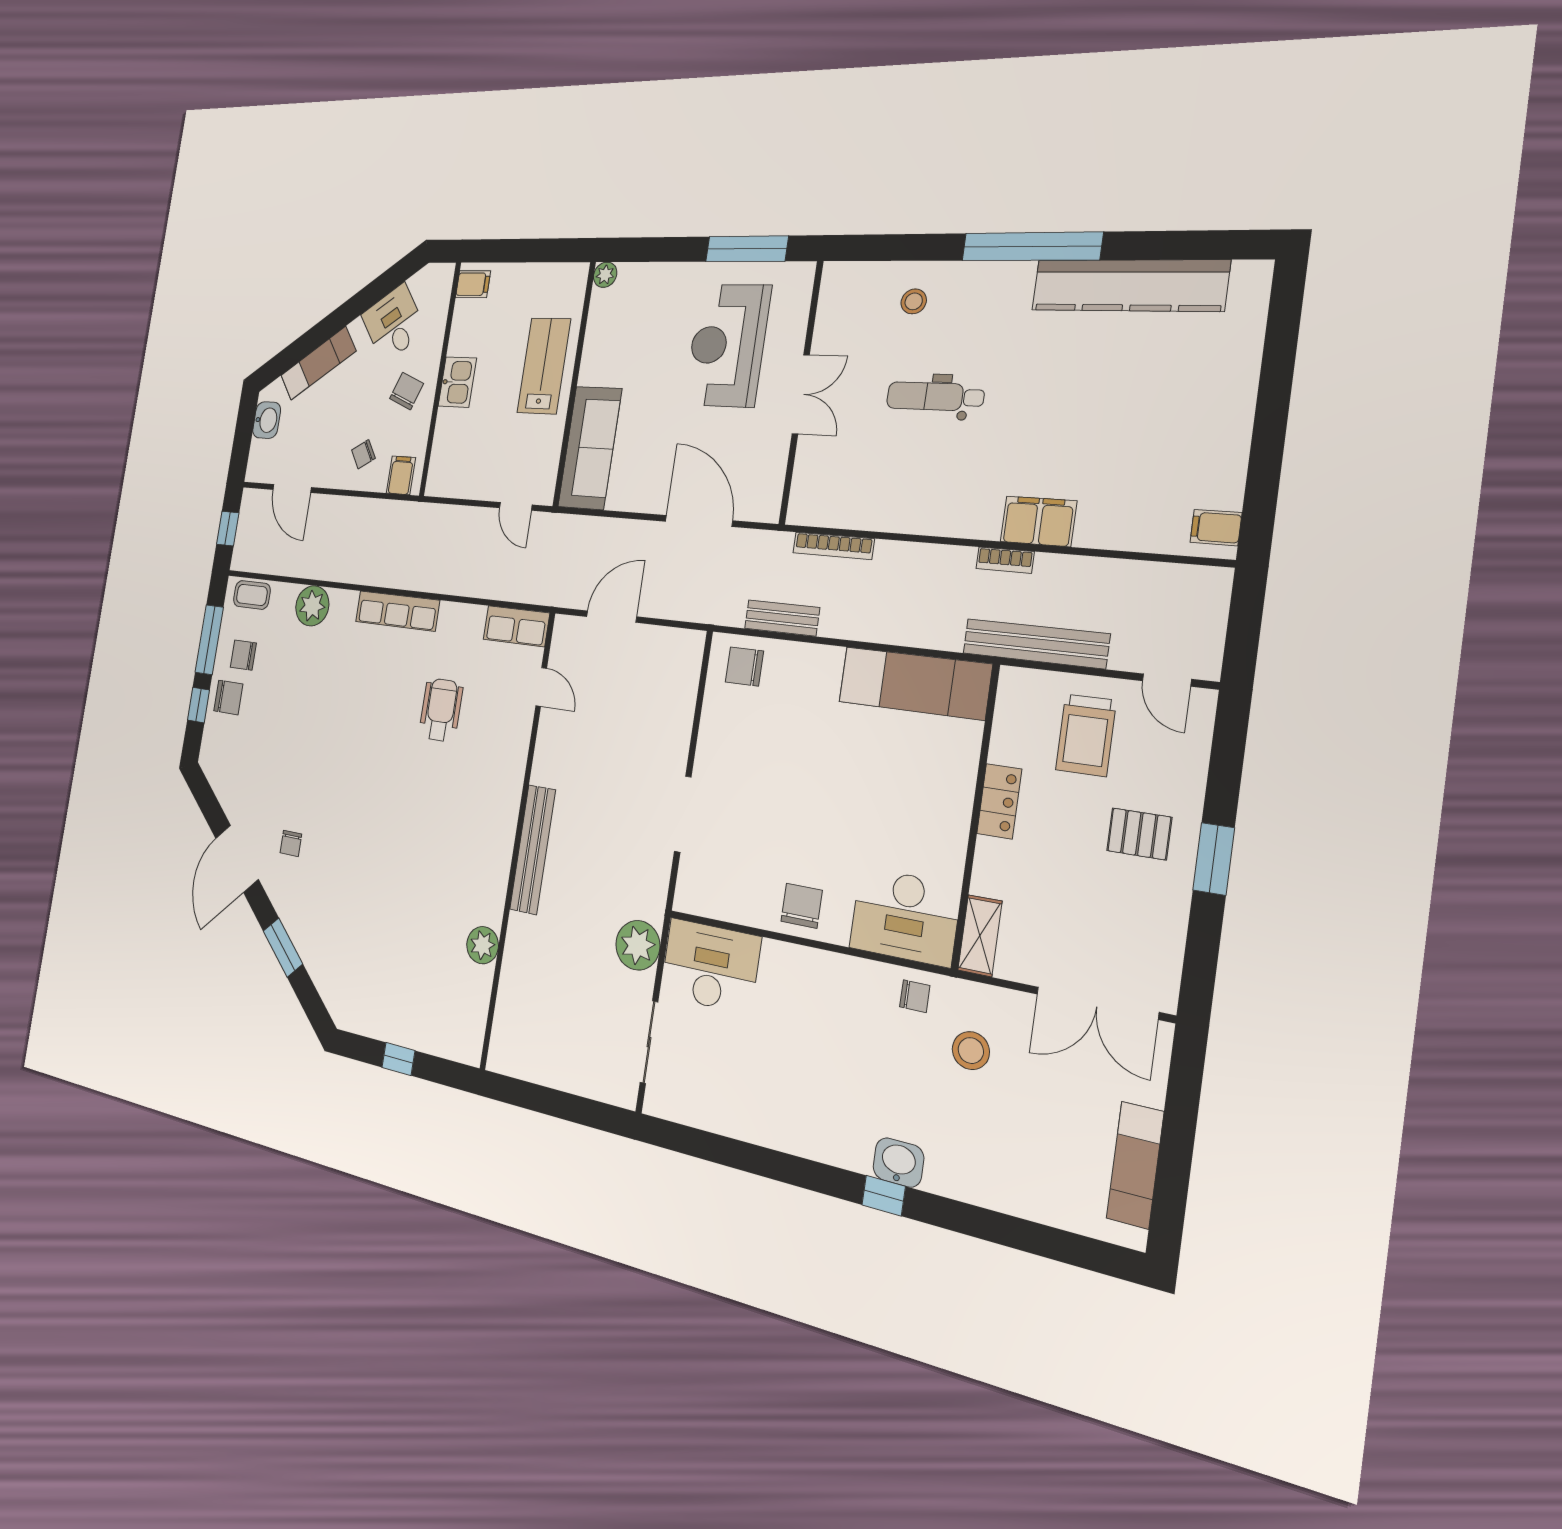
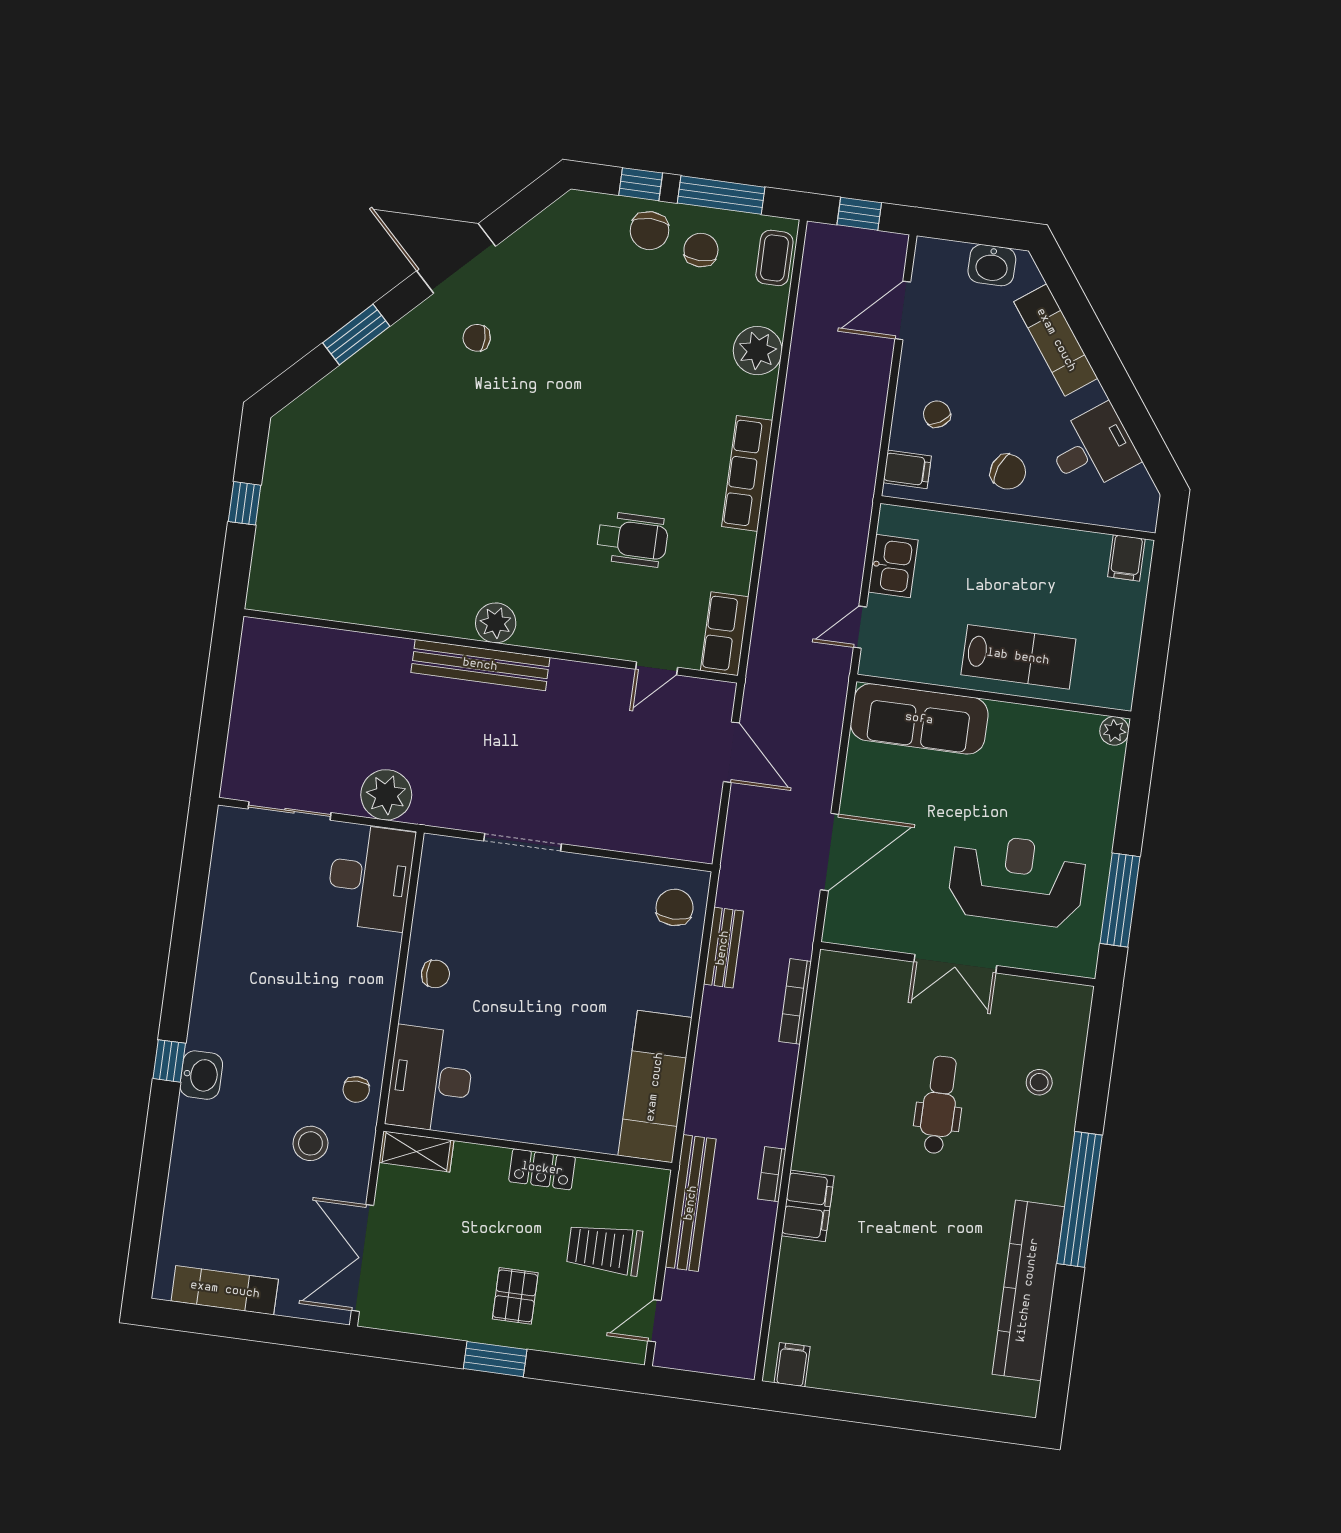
kitchen sink: (457, 382) -> (893, 566), moved, turned -90
chair: (802, 906) -> (435, 974), width x0.73, depth x0.73
plant: (483, 945) -> (496, 623), moved

